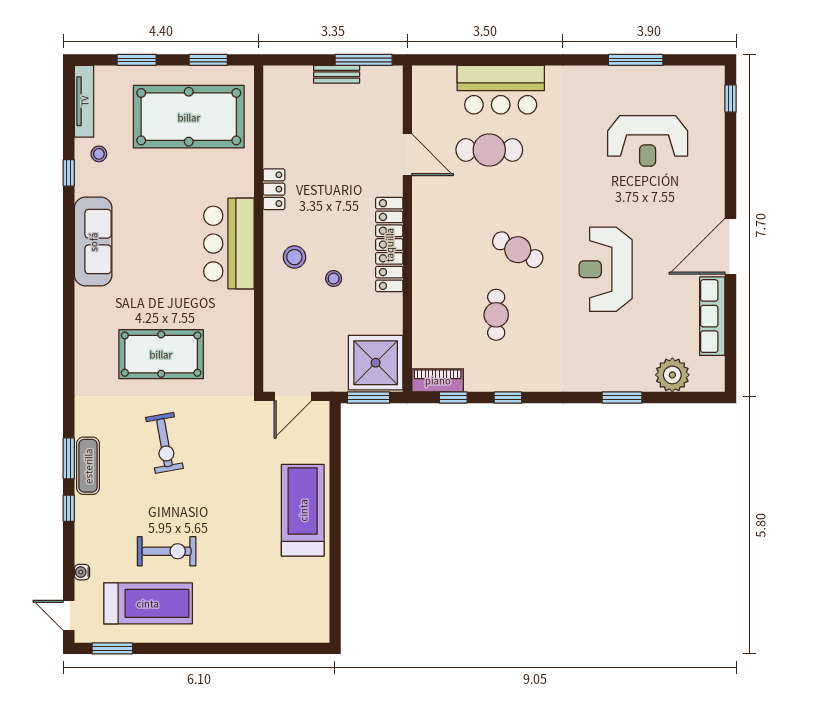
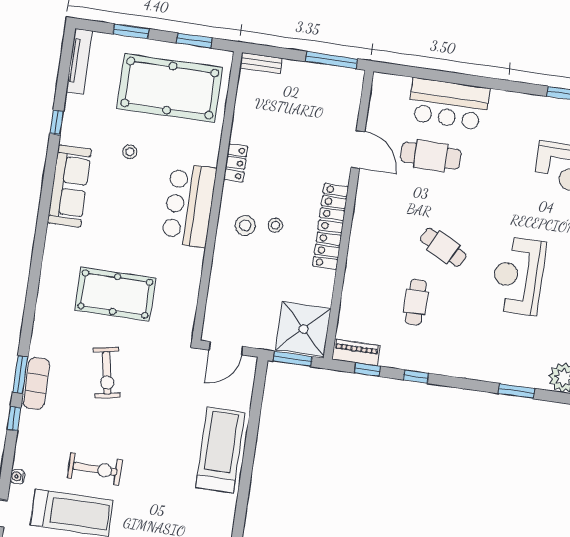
bench: (337, 74) -> (261, 63), moved
stool: (99, 154) -> (130, 152), moved
stool: (334, 279) -> (275, 225), moved

